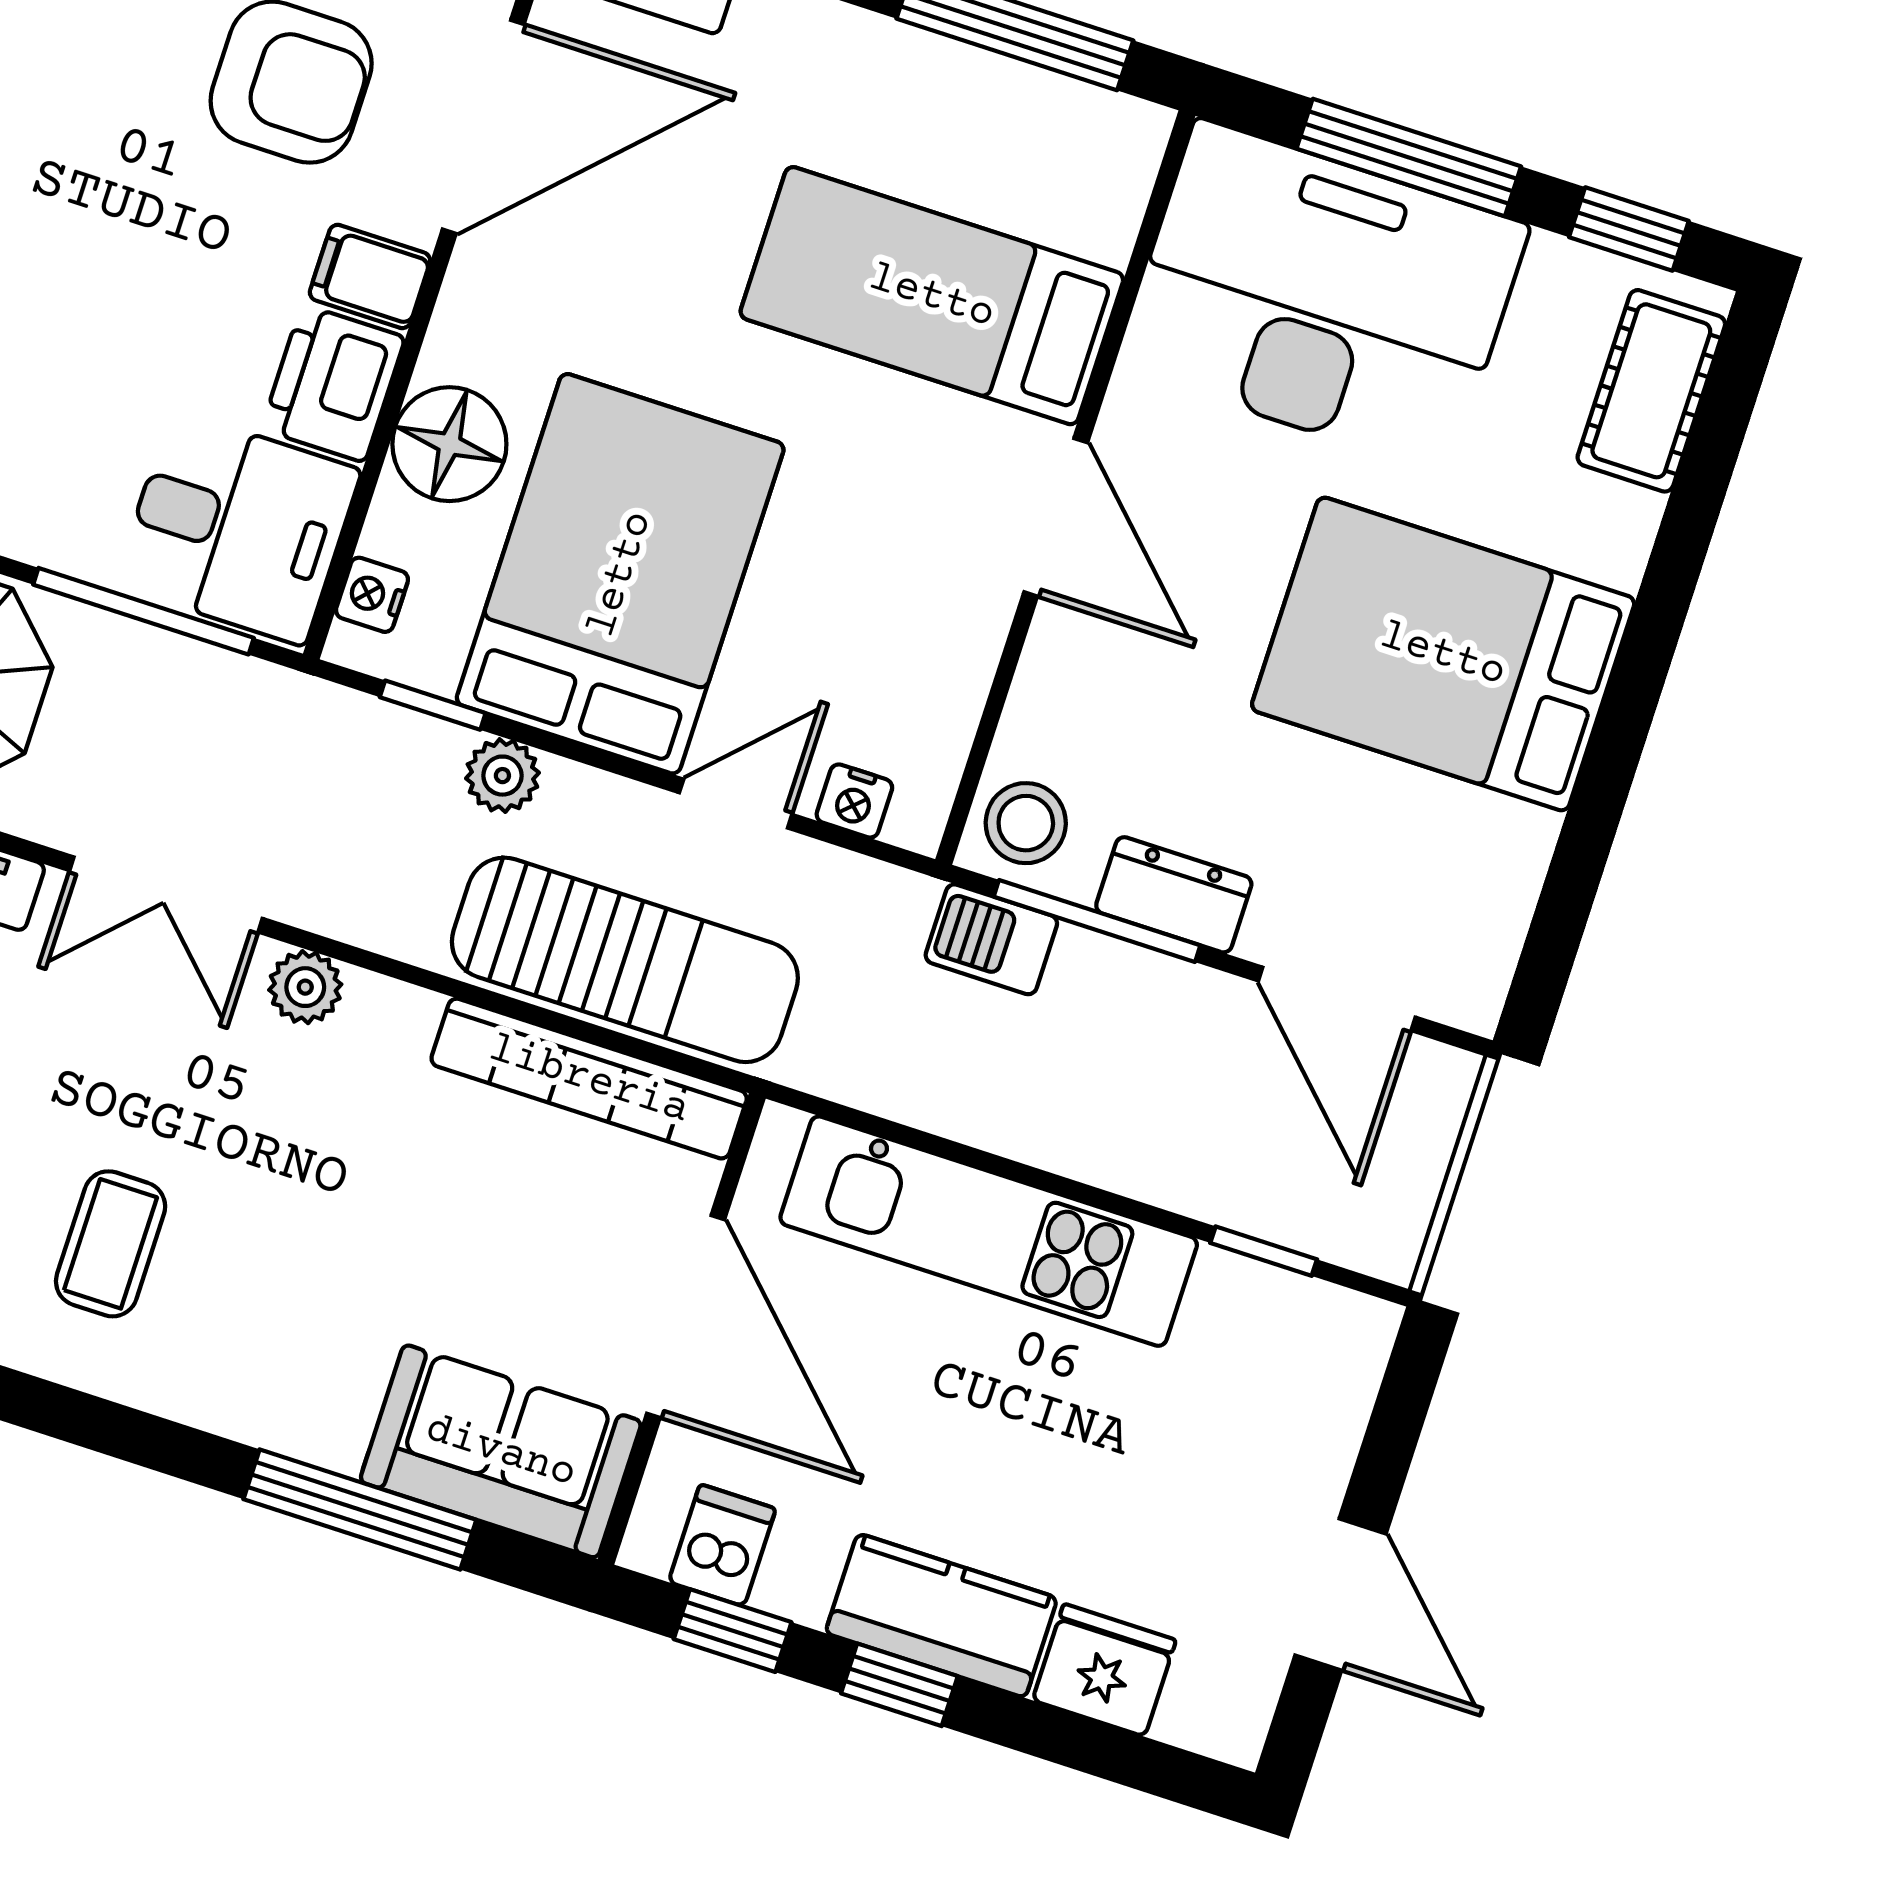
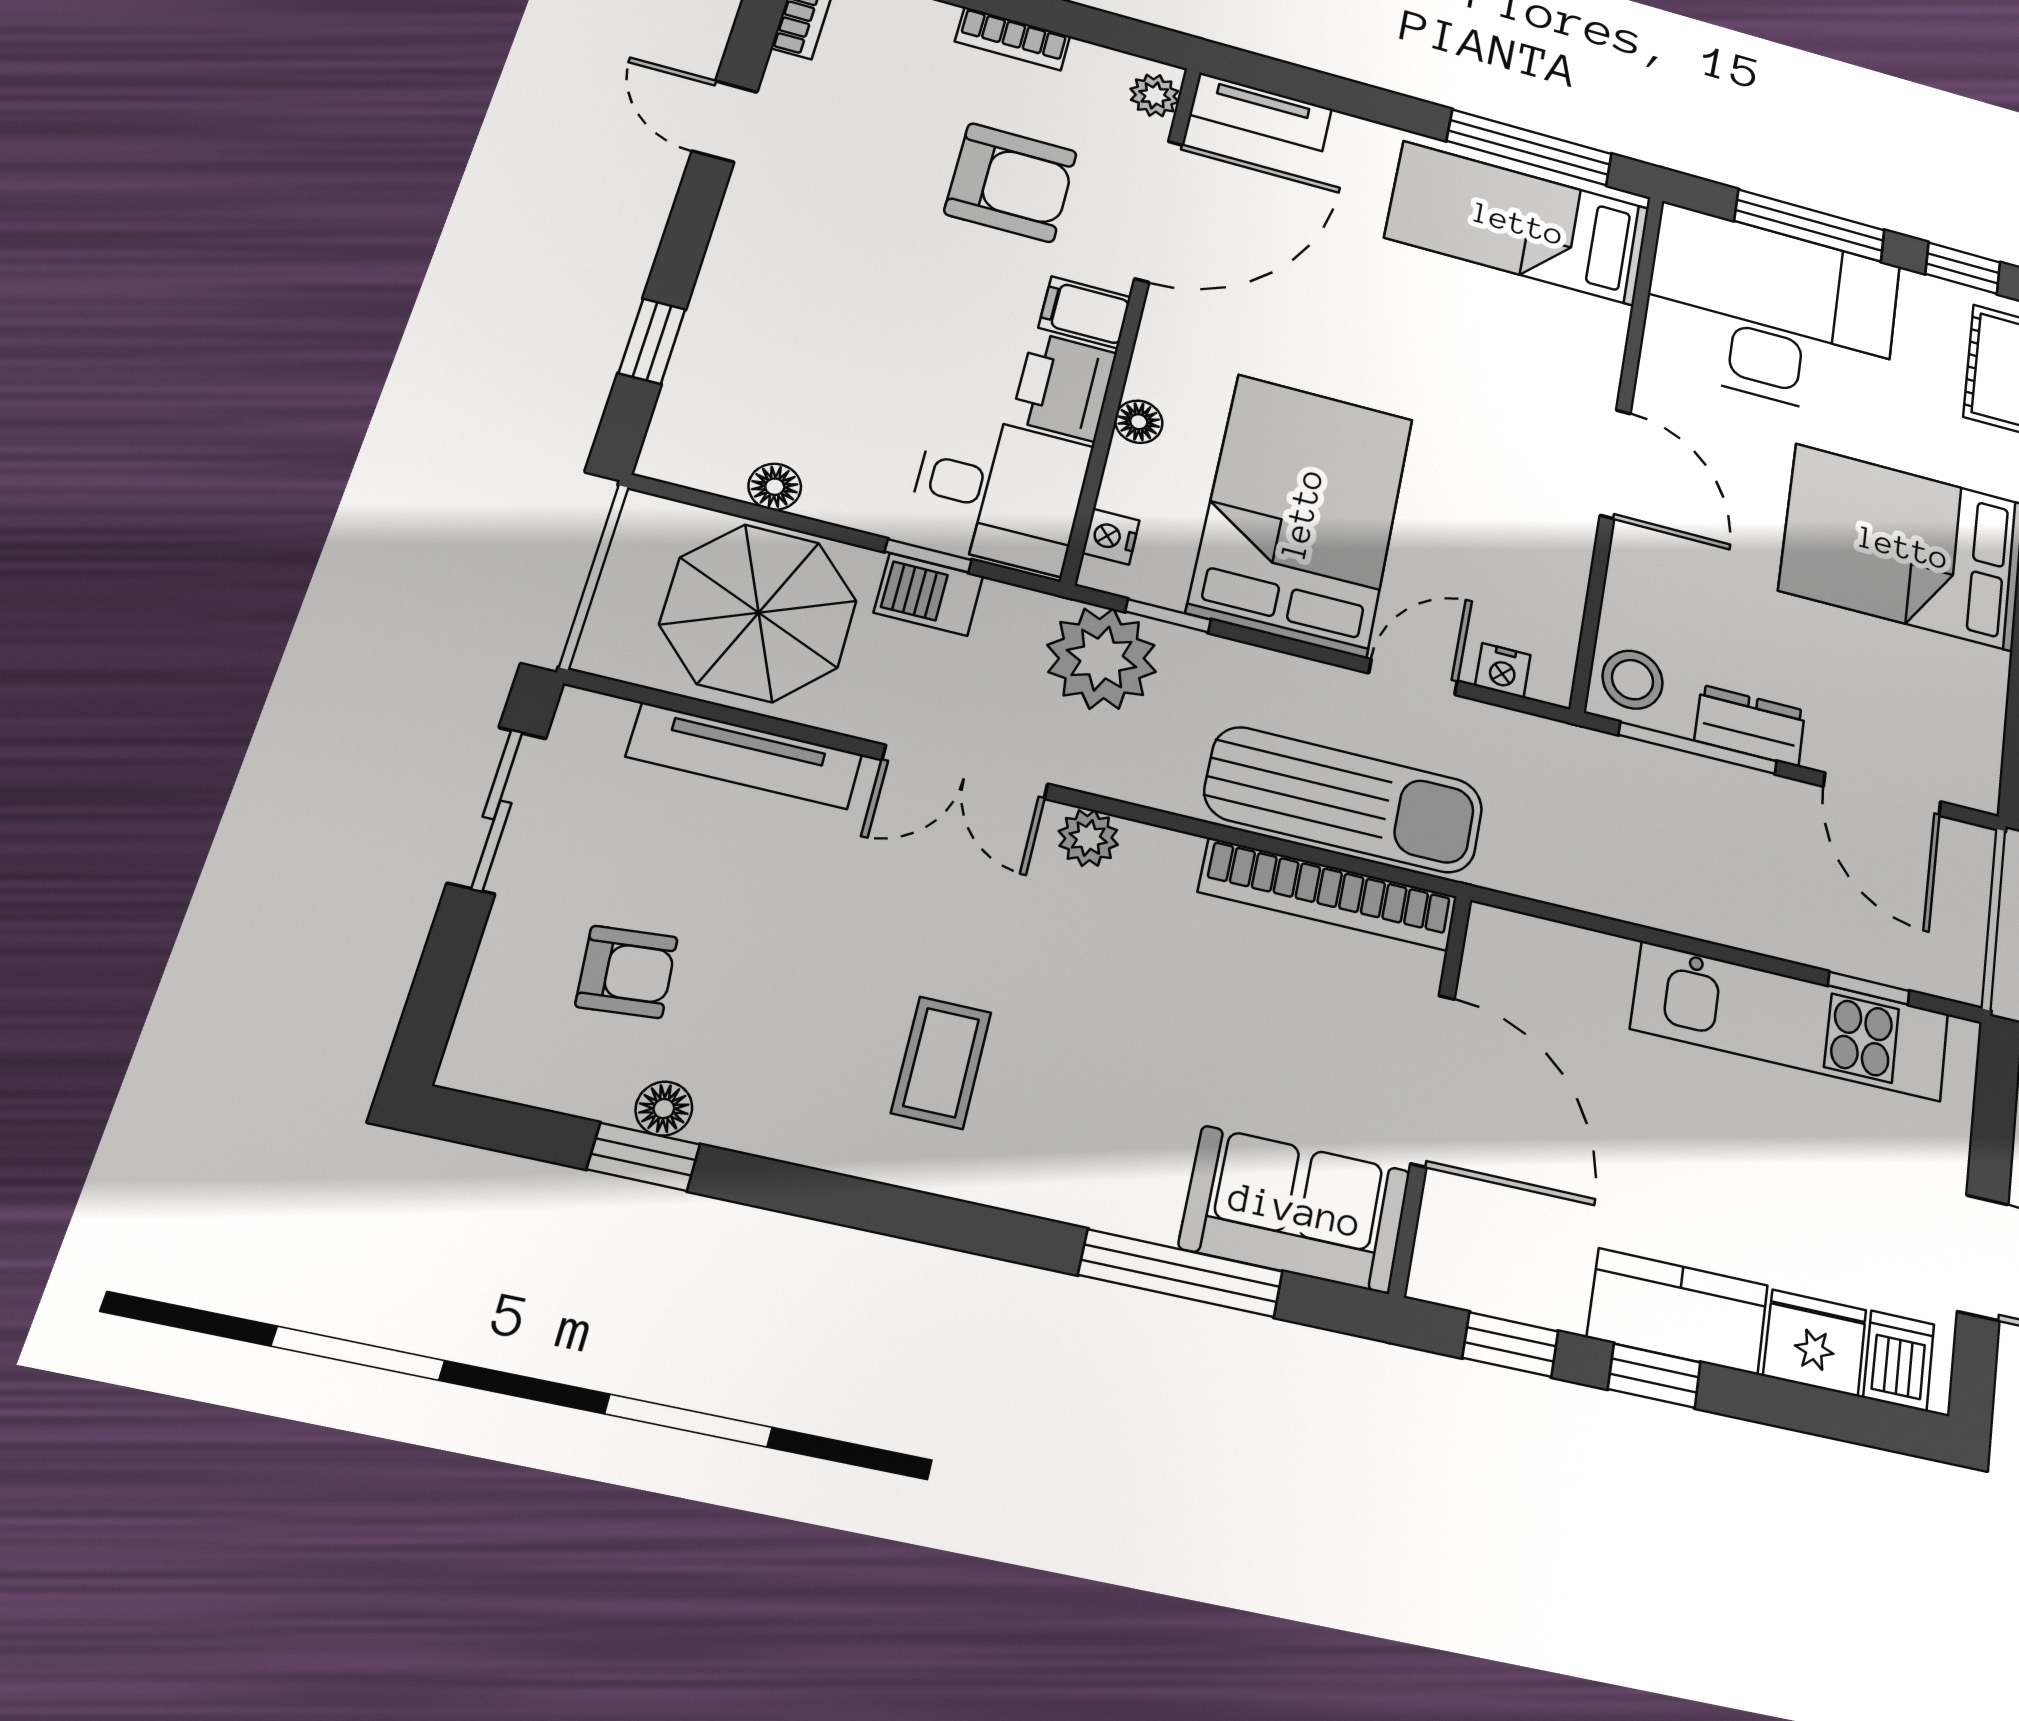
bed: (932, 296) -> (1518, 223), moved
floor lamp: (449, 444) -> (1139, 422), width x0.53, depth x0.53
window: (144, 611) -> (928, 556), width x0.46
plant: (502, 776) -> (1102, 658), moved, width x1.87, depth x1.87
barbecue: (991, 939) -> (928, 594), moved
kitchen unit: (989, 1231) -> (1791, 1021), moved
dishwasher: (722, 1545) -> (1899, 1361), moved

